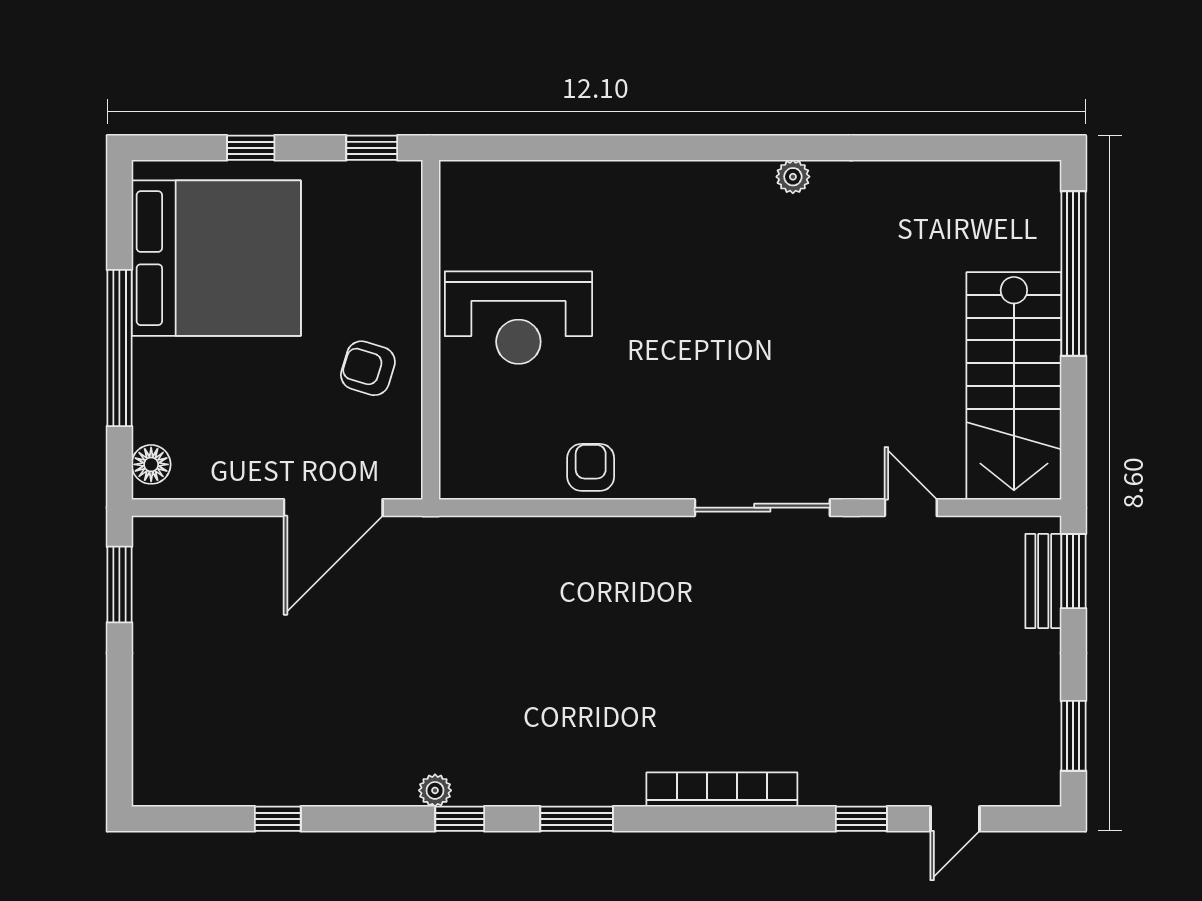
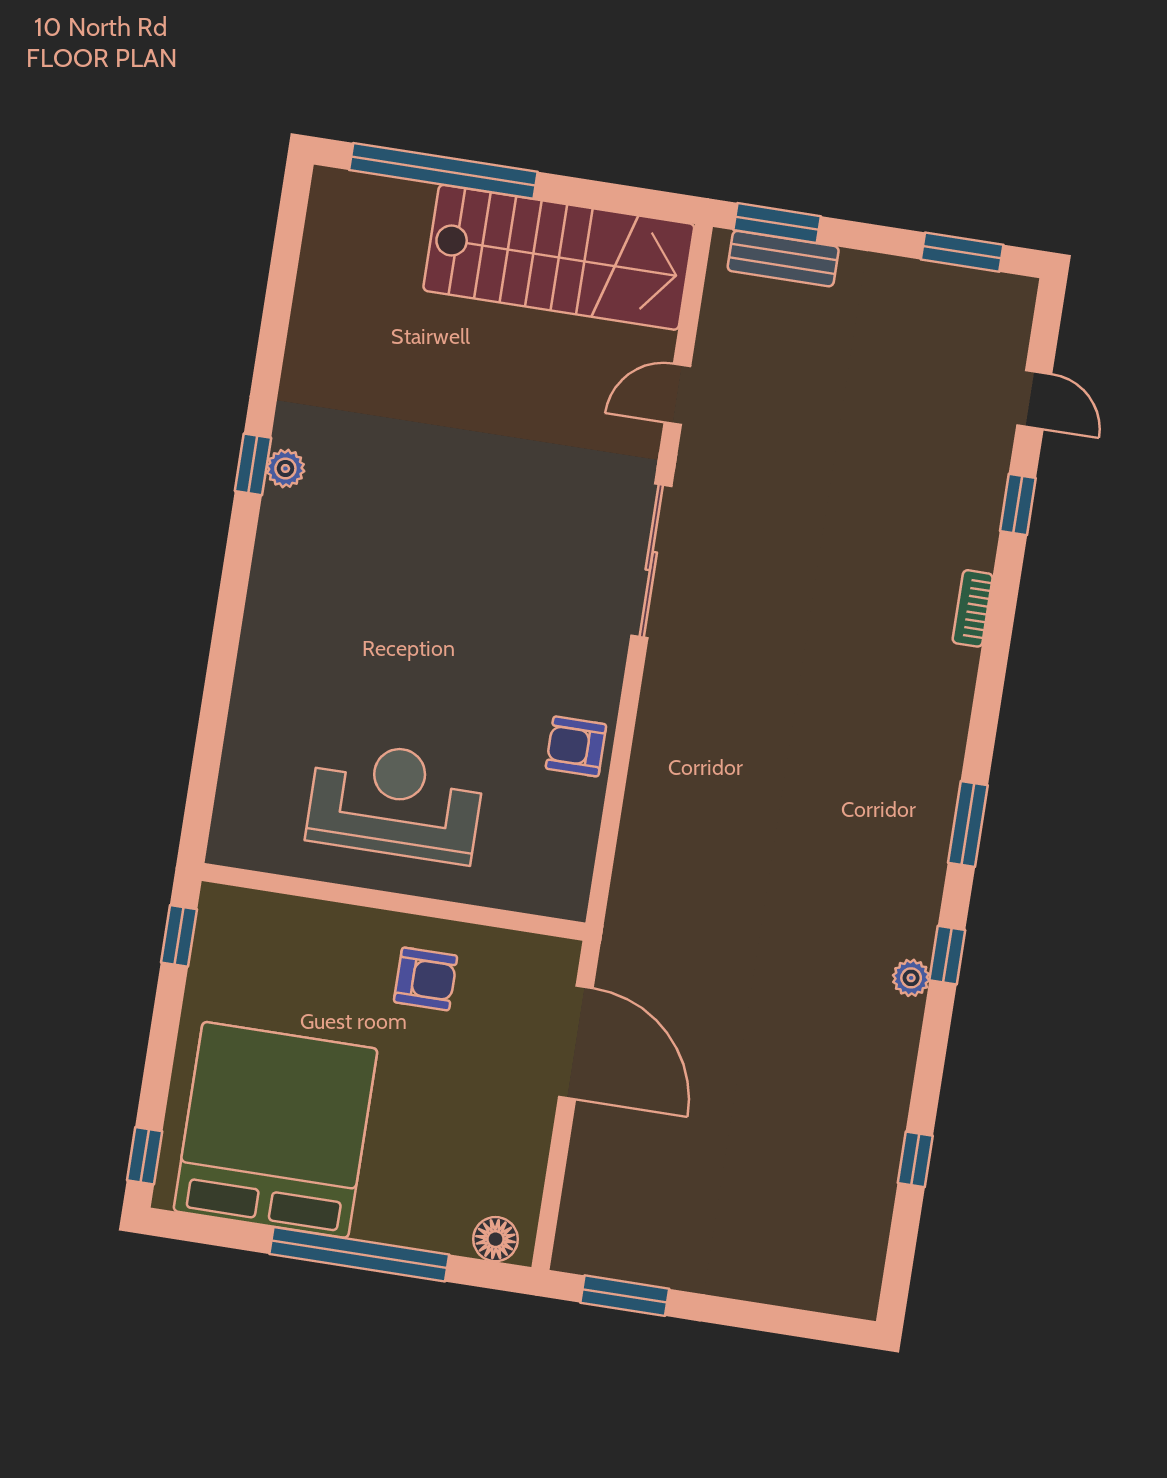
window: (251, 148) -> (145, 1156), moved
window: (792, 148) -> (253, 464), added
reception desk: (518, 318) -> (395, 801), turned -90
armchair: (368, 368) -> (426, 979), turned -107
bookcase: (722, 790) -> (973, 608), width x0.43, depth x0.76

